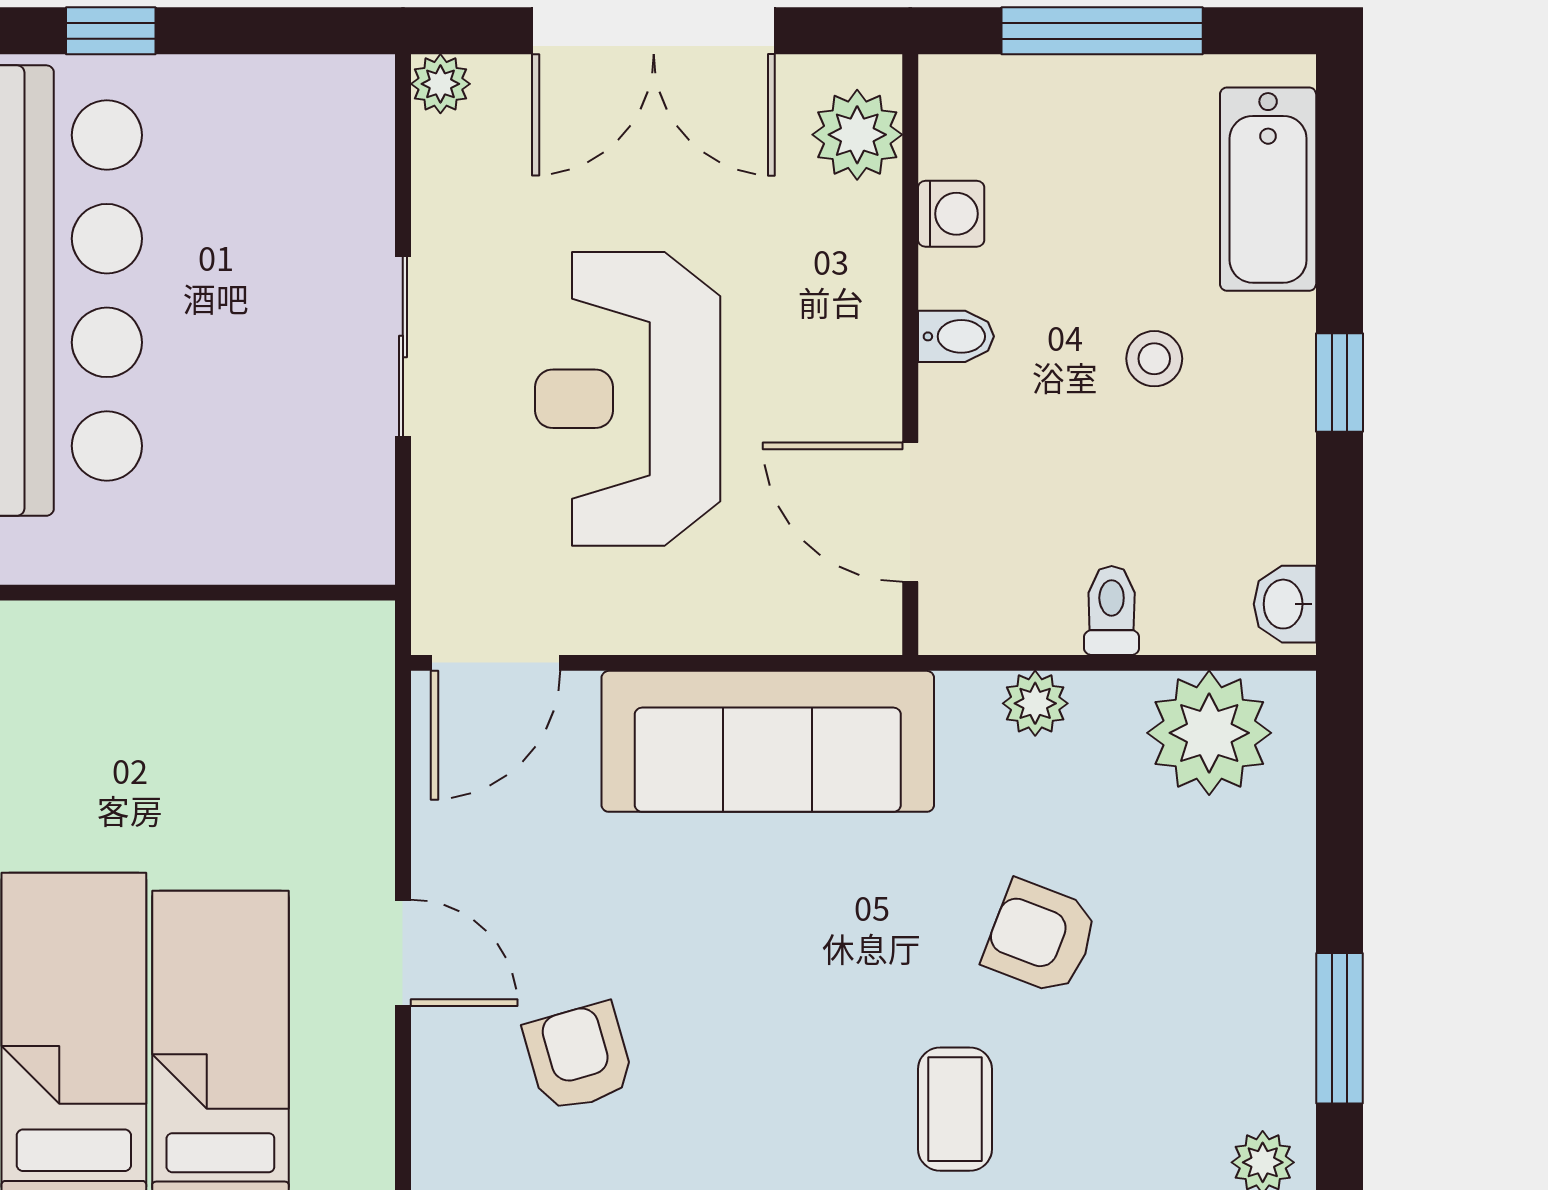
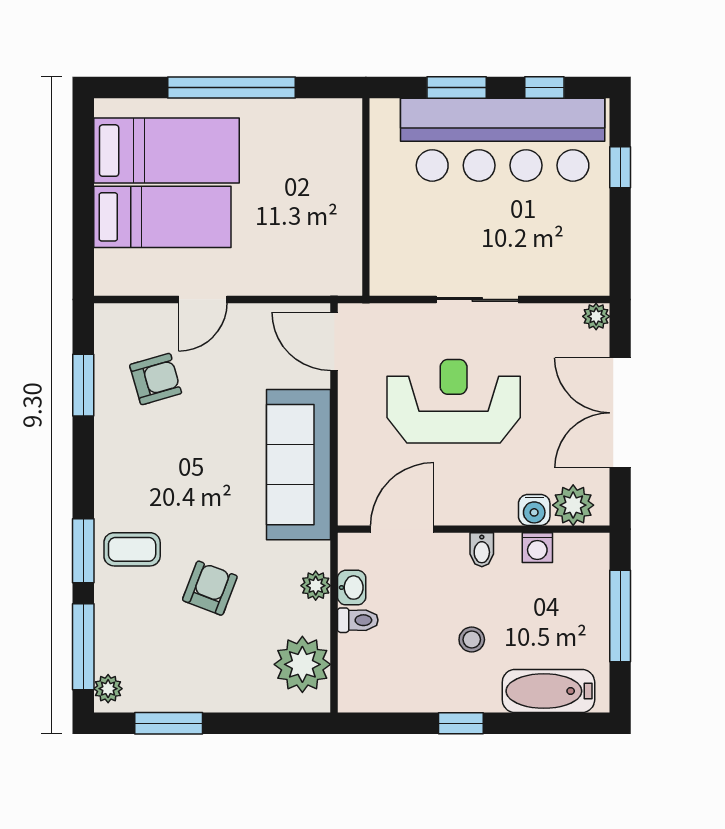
water cooler: (868, 221) -> (534, 510), added
washbasin: (1285, 604) -> (352, 588), moved, turned 90

